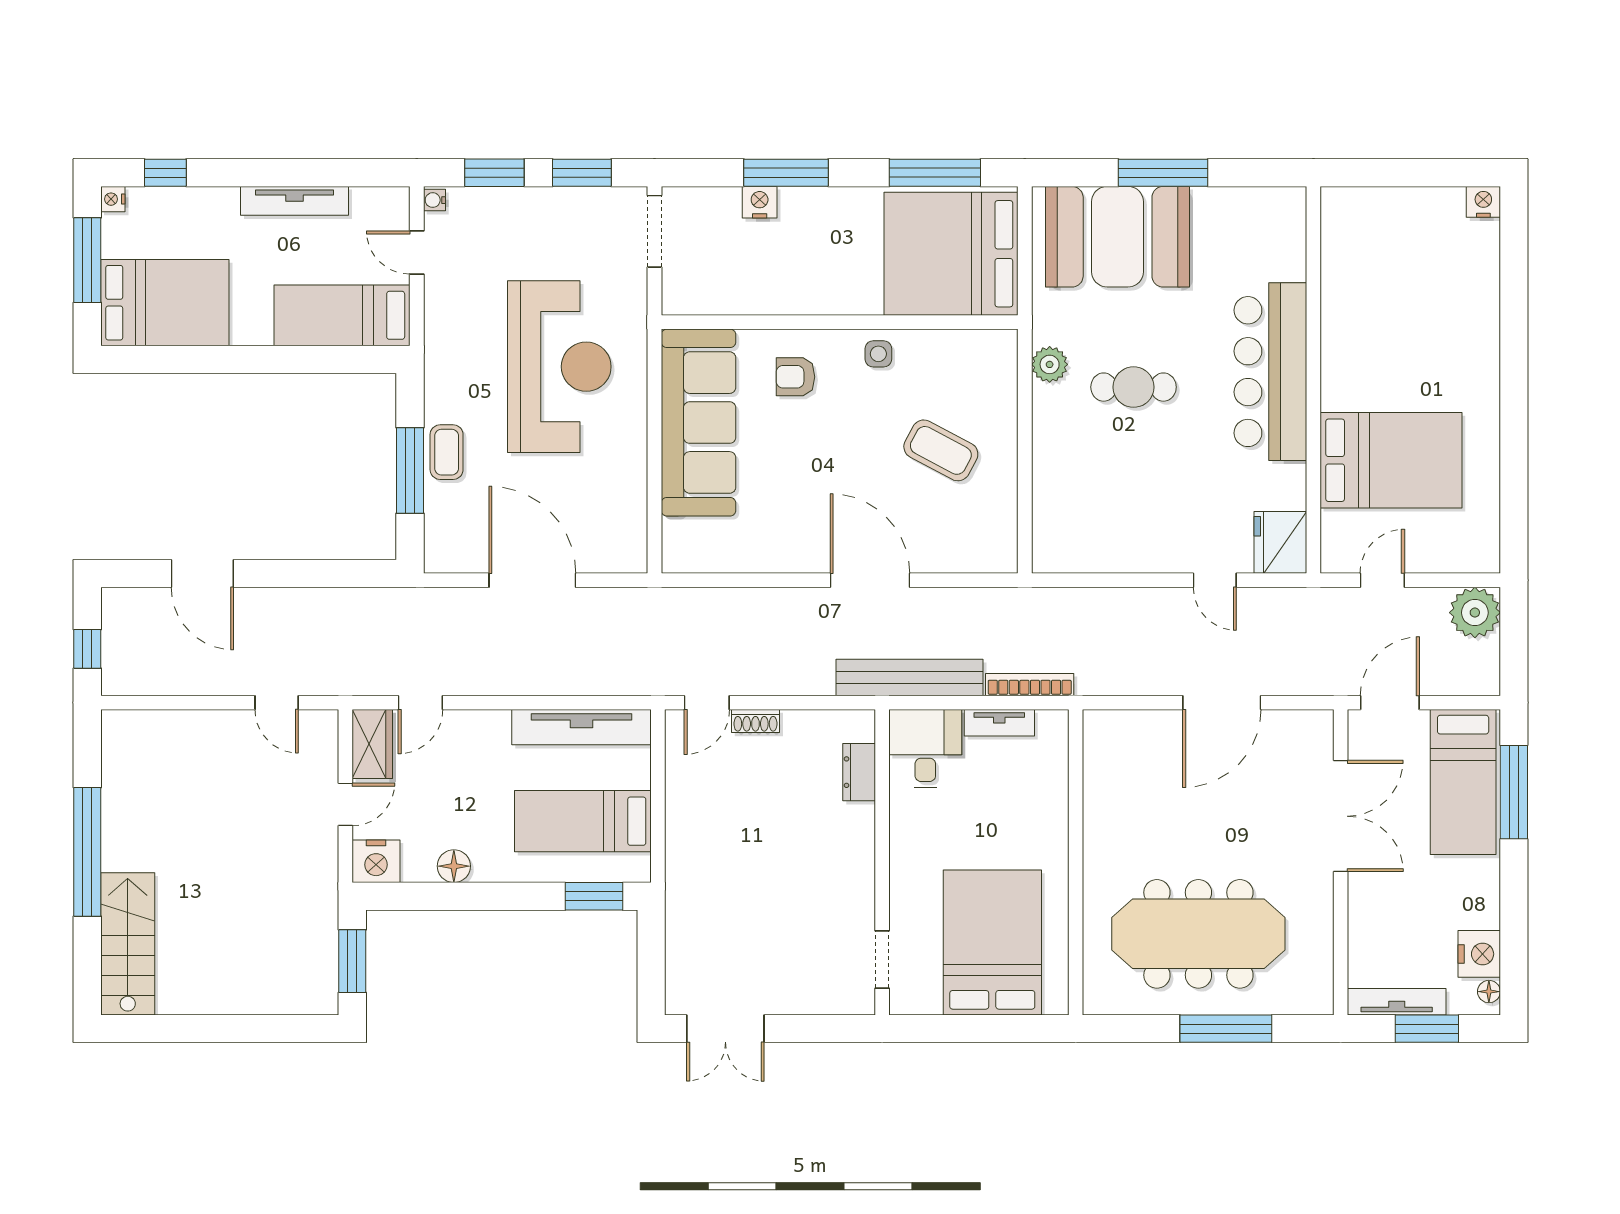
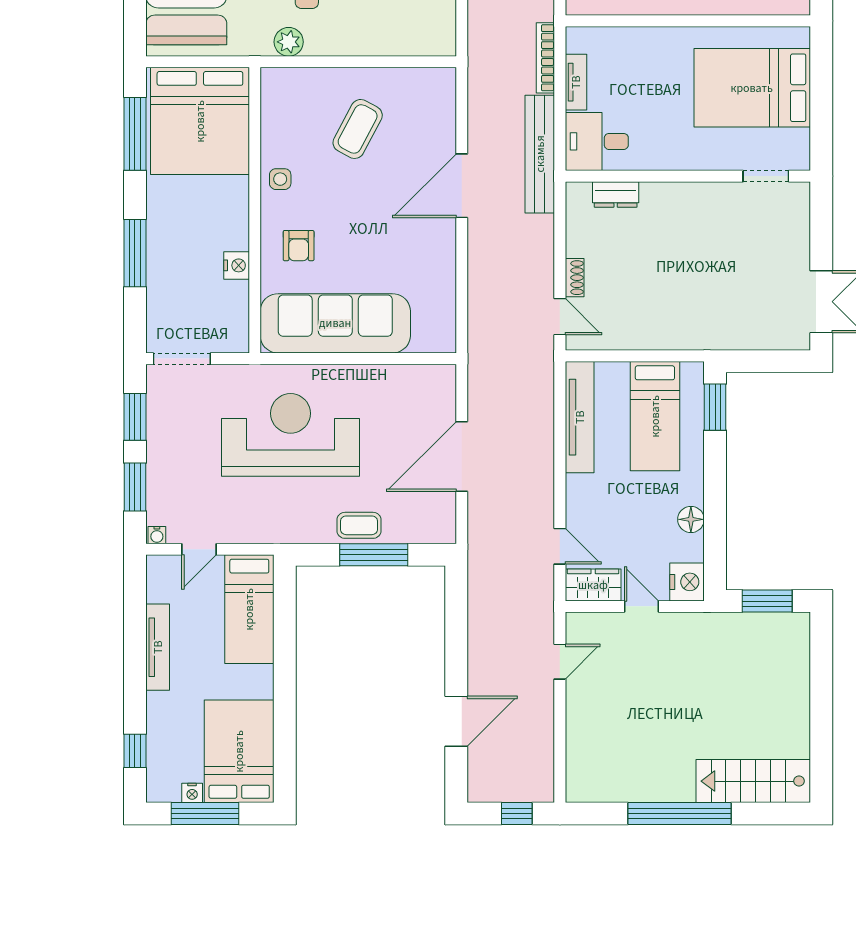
nightstand: (113, 199) -> (192, 793), moved
nightstand: (760, 202) -> (237, 265), moved, turned 180

